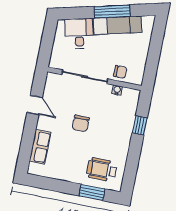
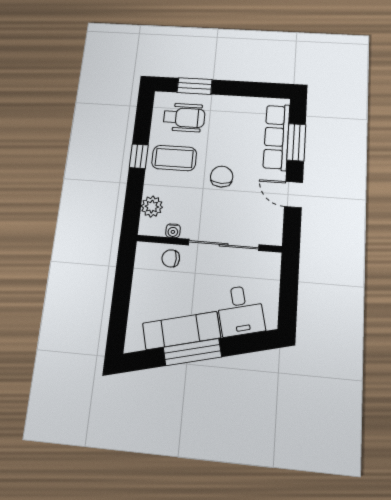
plant: (130, 108) -> (152, 207), added
window: (140, 125) -> (139, 156), moved
window: (27, 141) -> (296, 142), added
coffee table: (111, 141) -> (174, 158), added
row of seats: (40, 147) -> (277, 137), width x1.48

